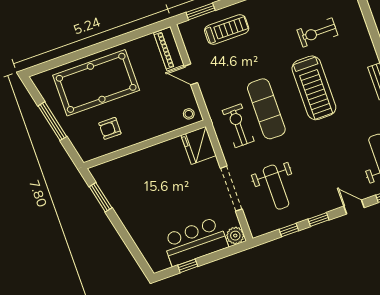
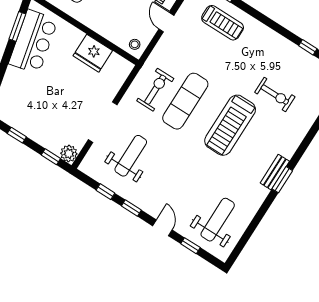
exercise bike: (317, 33) -> (275, 95), turned 180
fridge: (199, 145) -> (93, 53), moved, turned -90
weight bench: (276, 187) -> (131, 156), turned 180
bar counter: (195, 242) -> (33, 42), moved, turned 77
window: (227, 252) -> (51, 157), added

